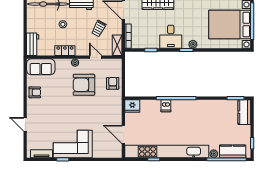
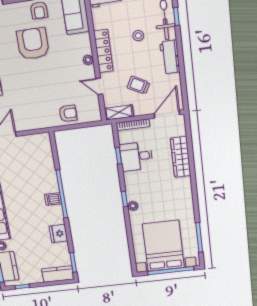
desk: (171, 37) -> (136, 156), moved
locker: (65, 51) -> (103, 51), width x1.53
door: (96, 57) -> (99, 86), swing flipped
armchair: (84, 85) -> (33, 44), moved
fridge: (132, 106) -> (58, 234), moved
dishwasher: (166, 106) -> (53, 199), moved

